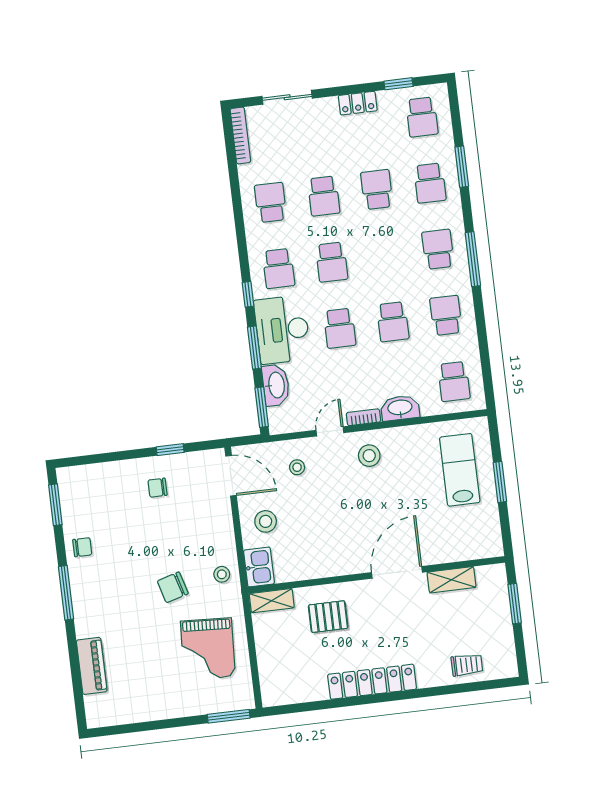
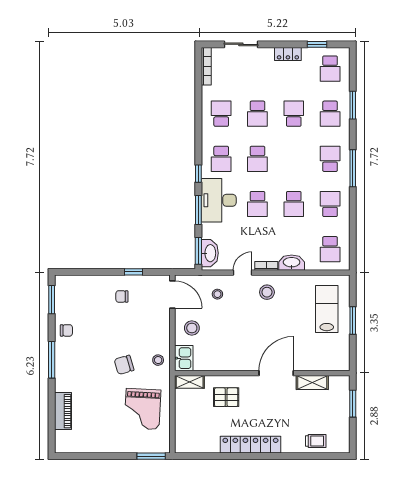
washbasin: (276, 385) -> (210, 253), moved

